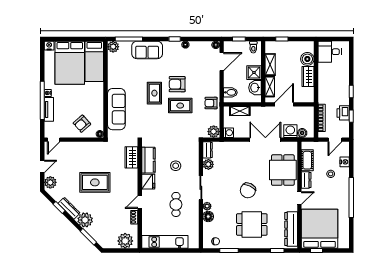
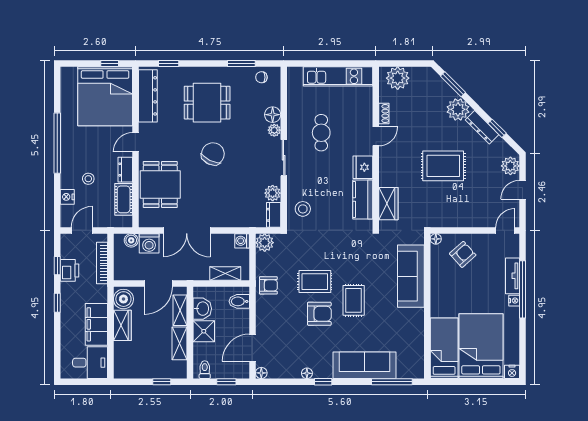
plant: (113, 47) -> (416, 370), removed
sofa: (147, 50) -> (365, 365), width x1.36
boiler: (307, 59) -> (123, 299), moved
filing cabinet: (325, 77) -> (96, 324), added
stool: (176, 166) -> (303, 209), moved

